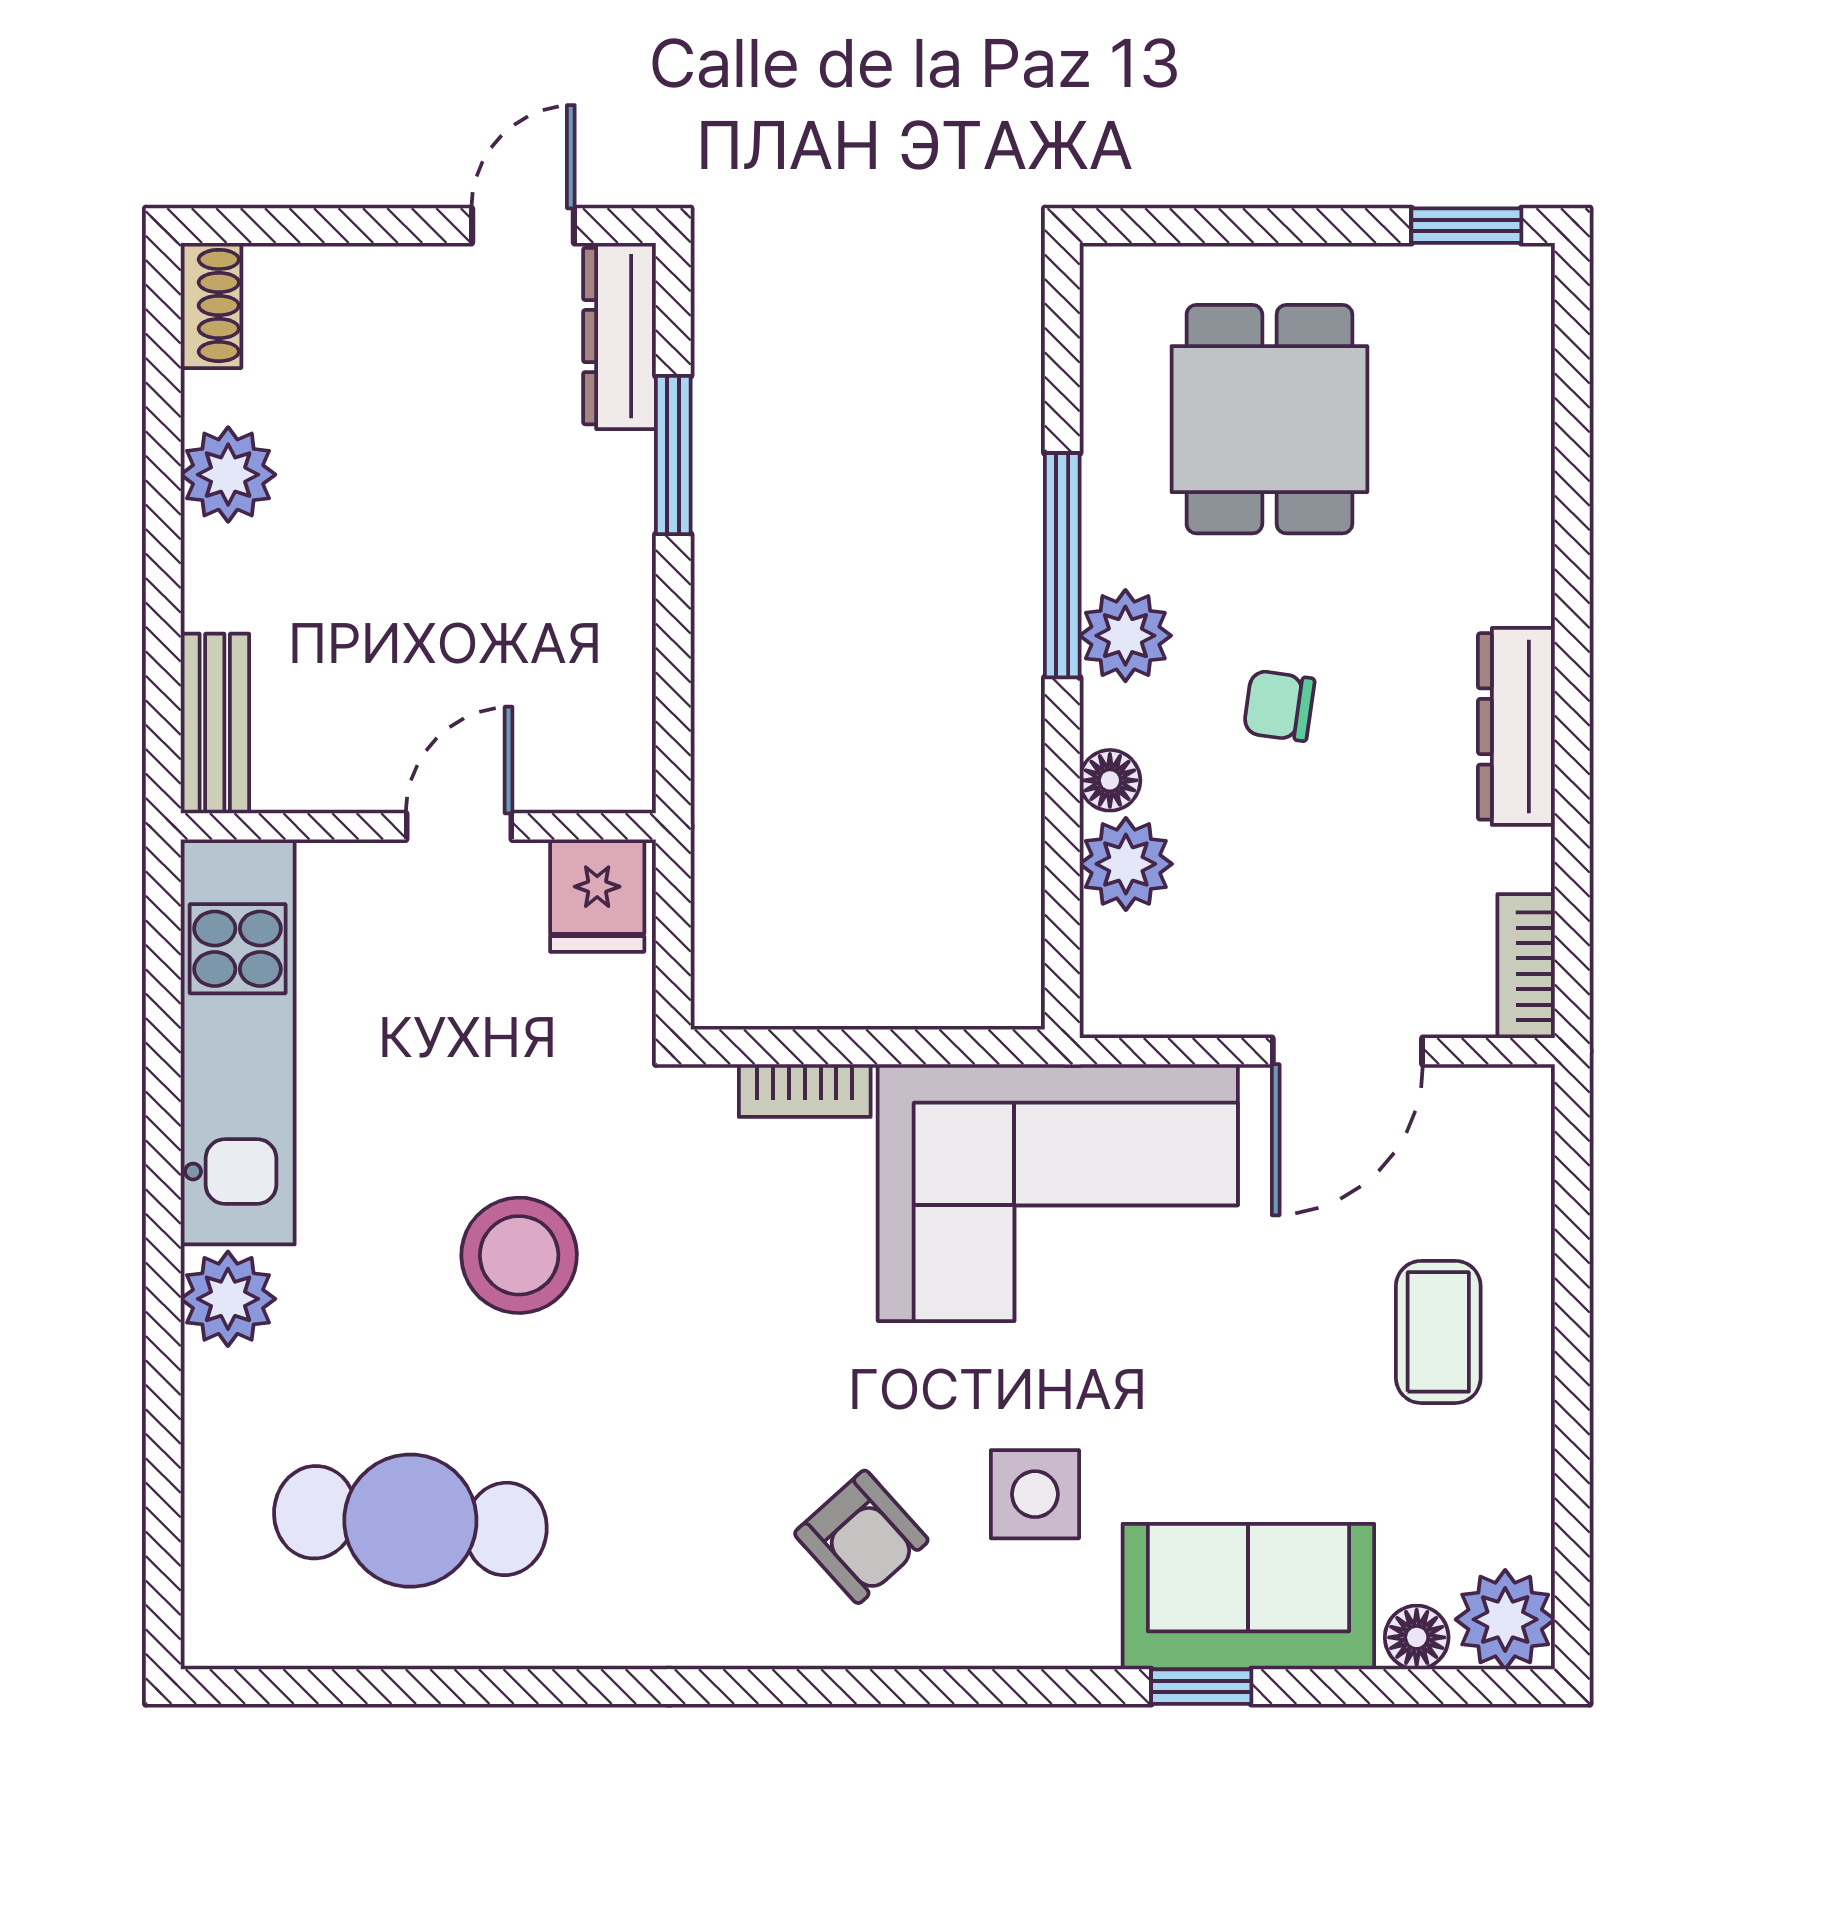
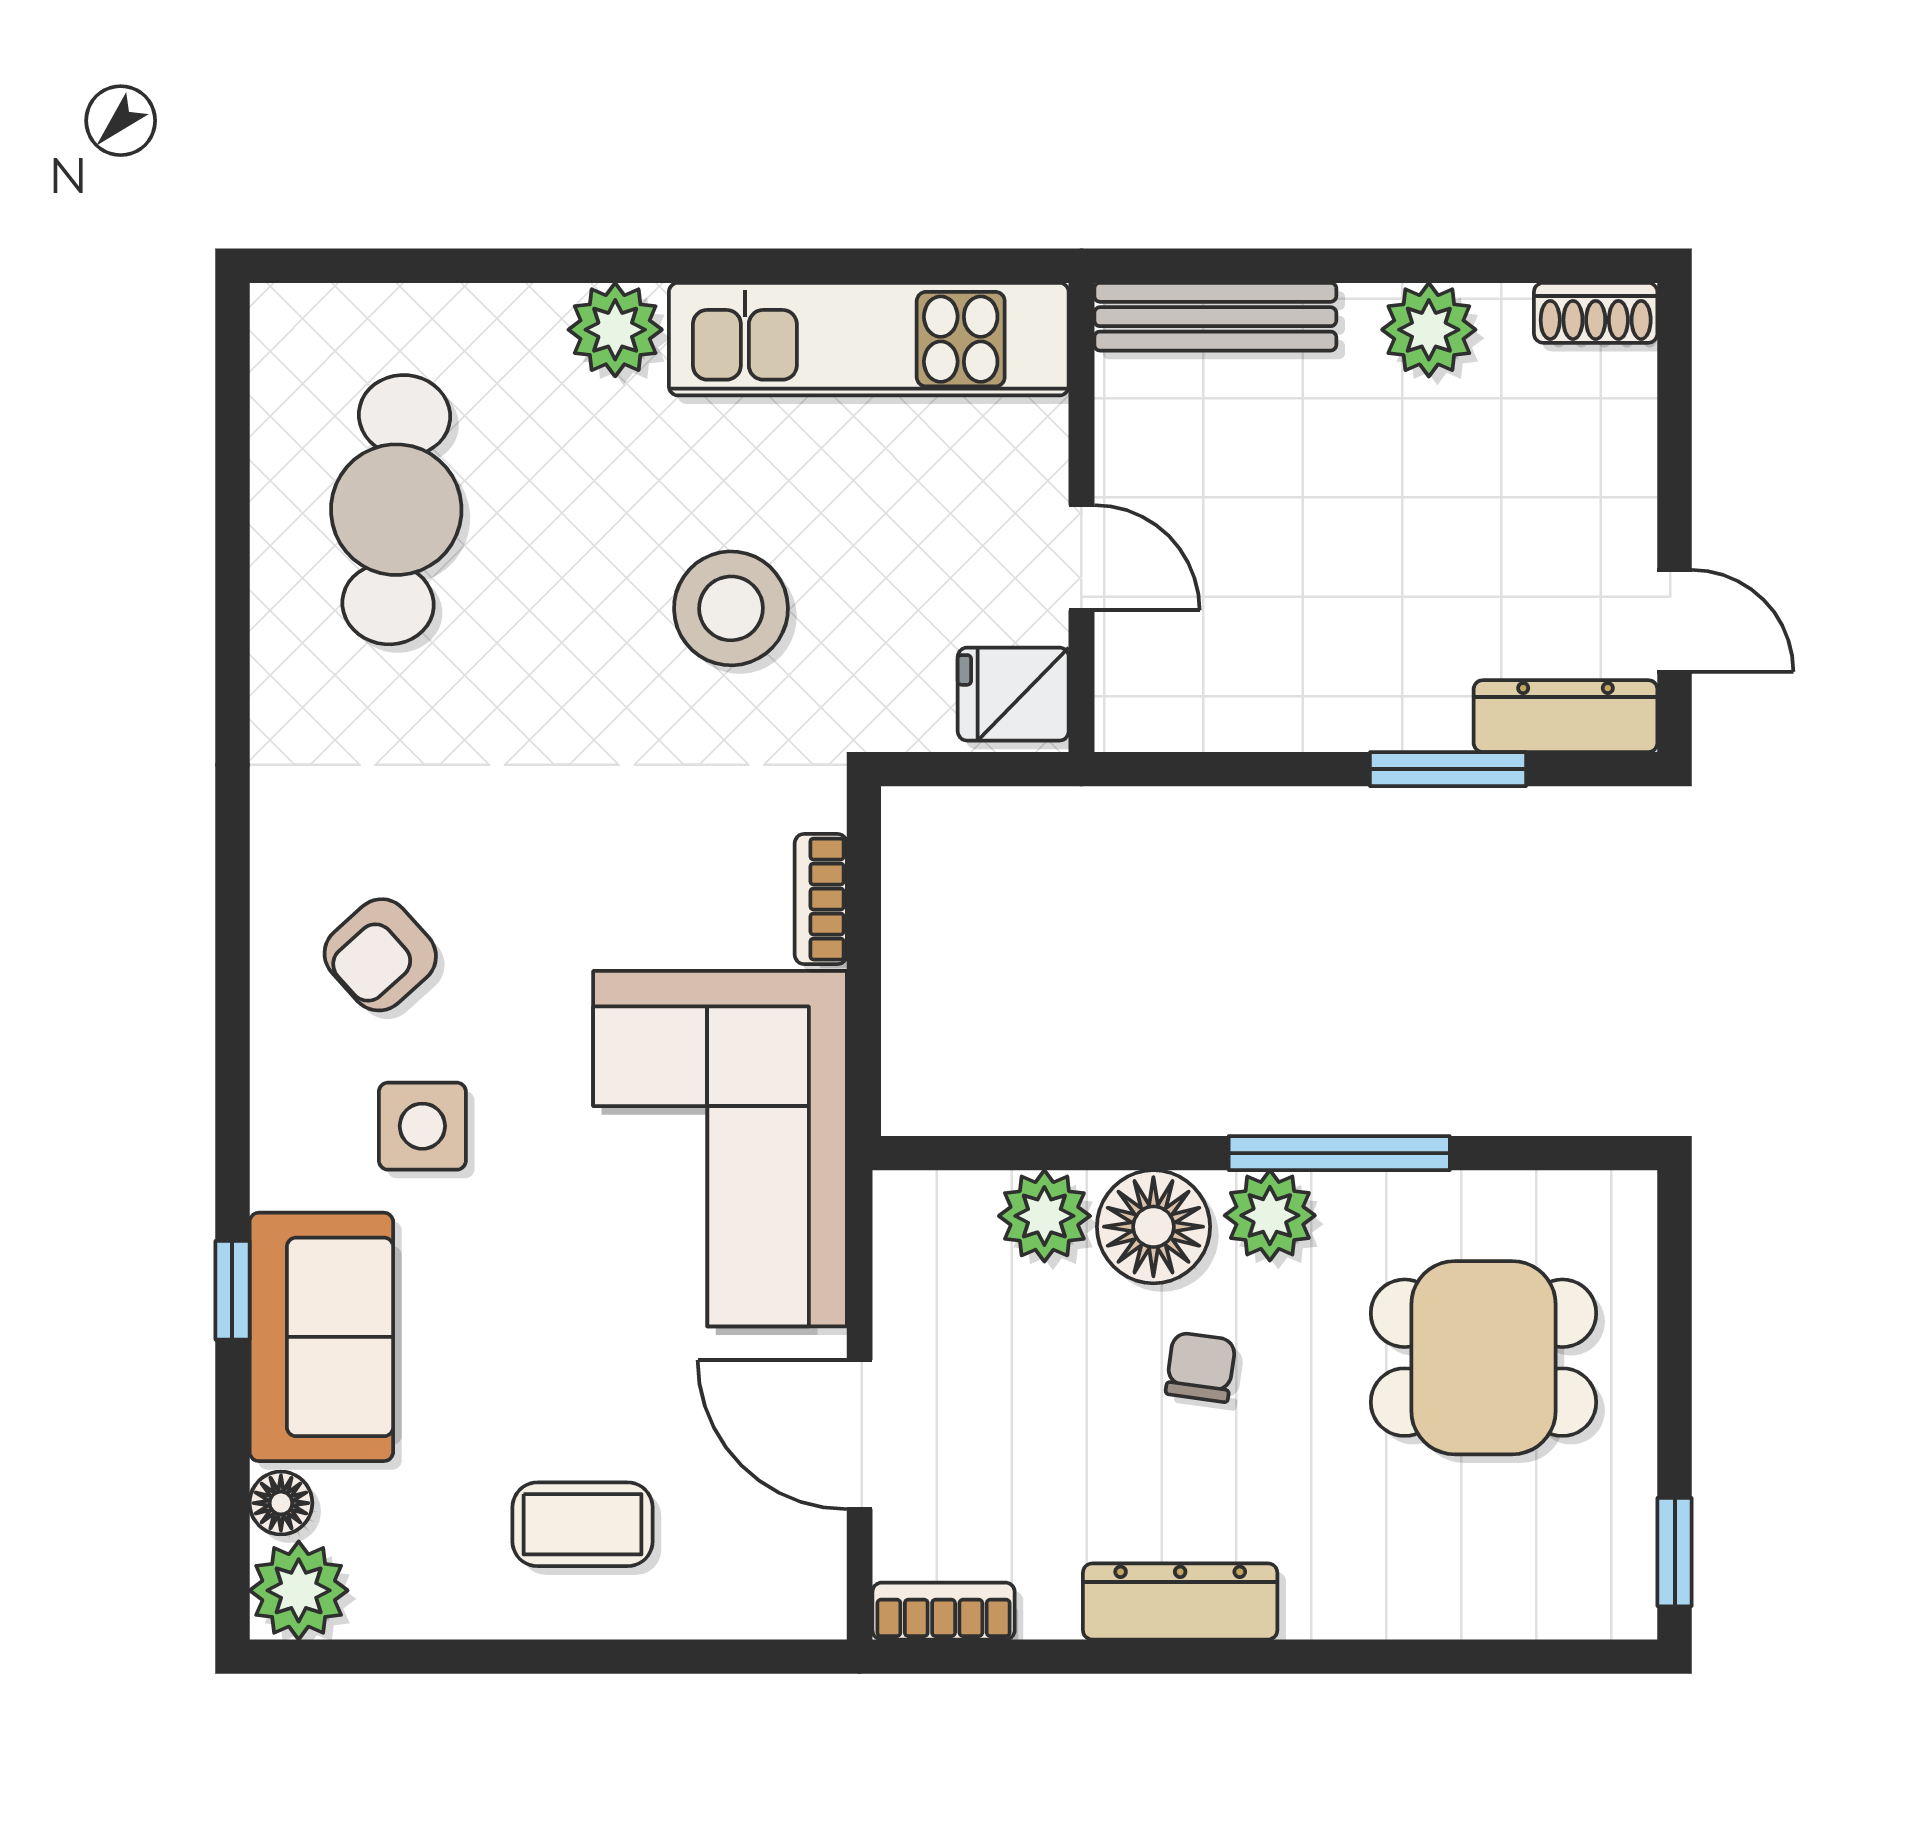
bench: (215, 724) -> (1215, 317), width x1.36
floor lamp: (1110, 780) -> (1153, 1227), width x1.89, depth x1.89
stool: (519, 1255) -> (731, 608), moved

